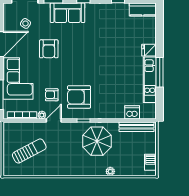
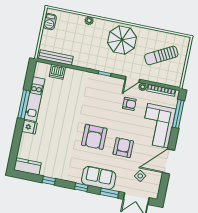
armchair: (79, 97) -> (94, 137), moved, turned 90
parasol: (97, 141) -> (122, 40), moved

